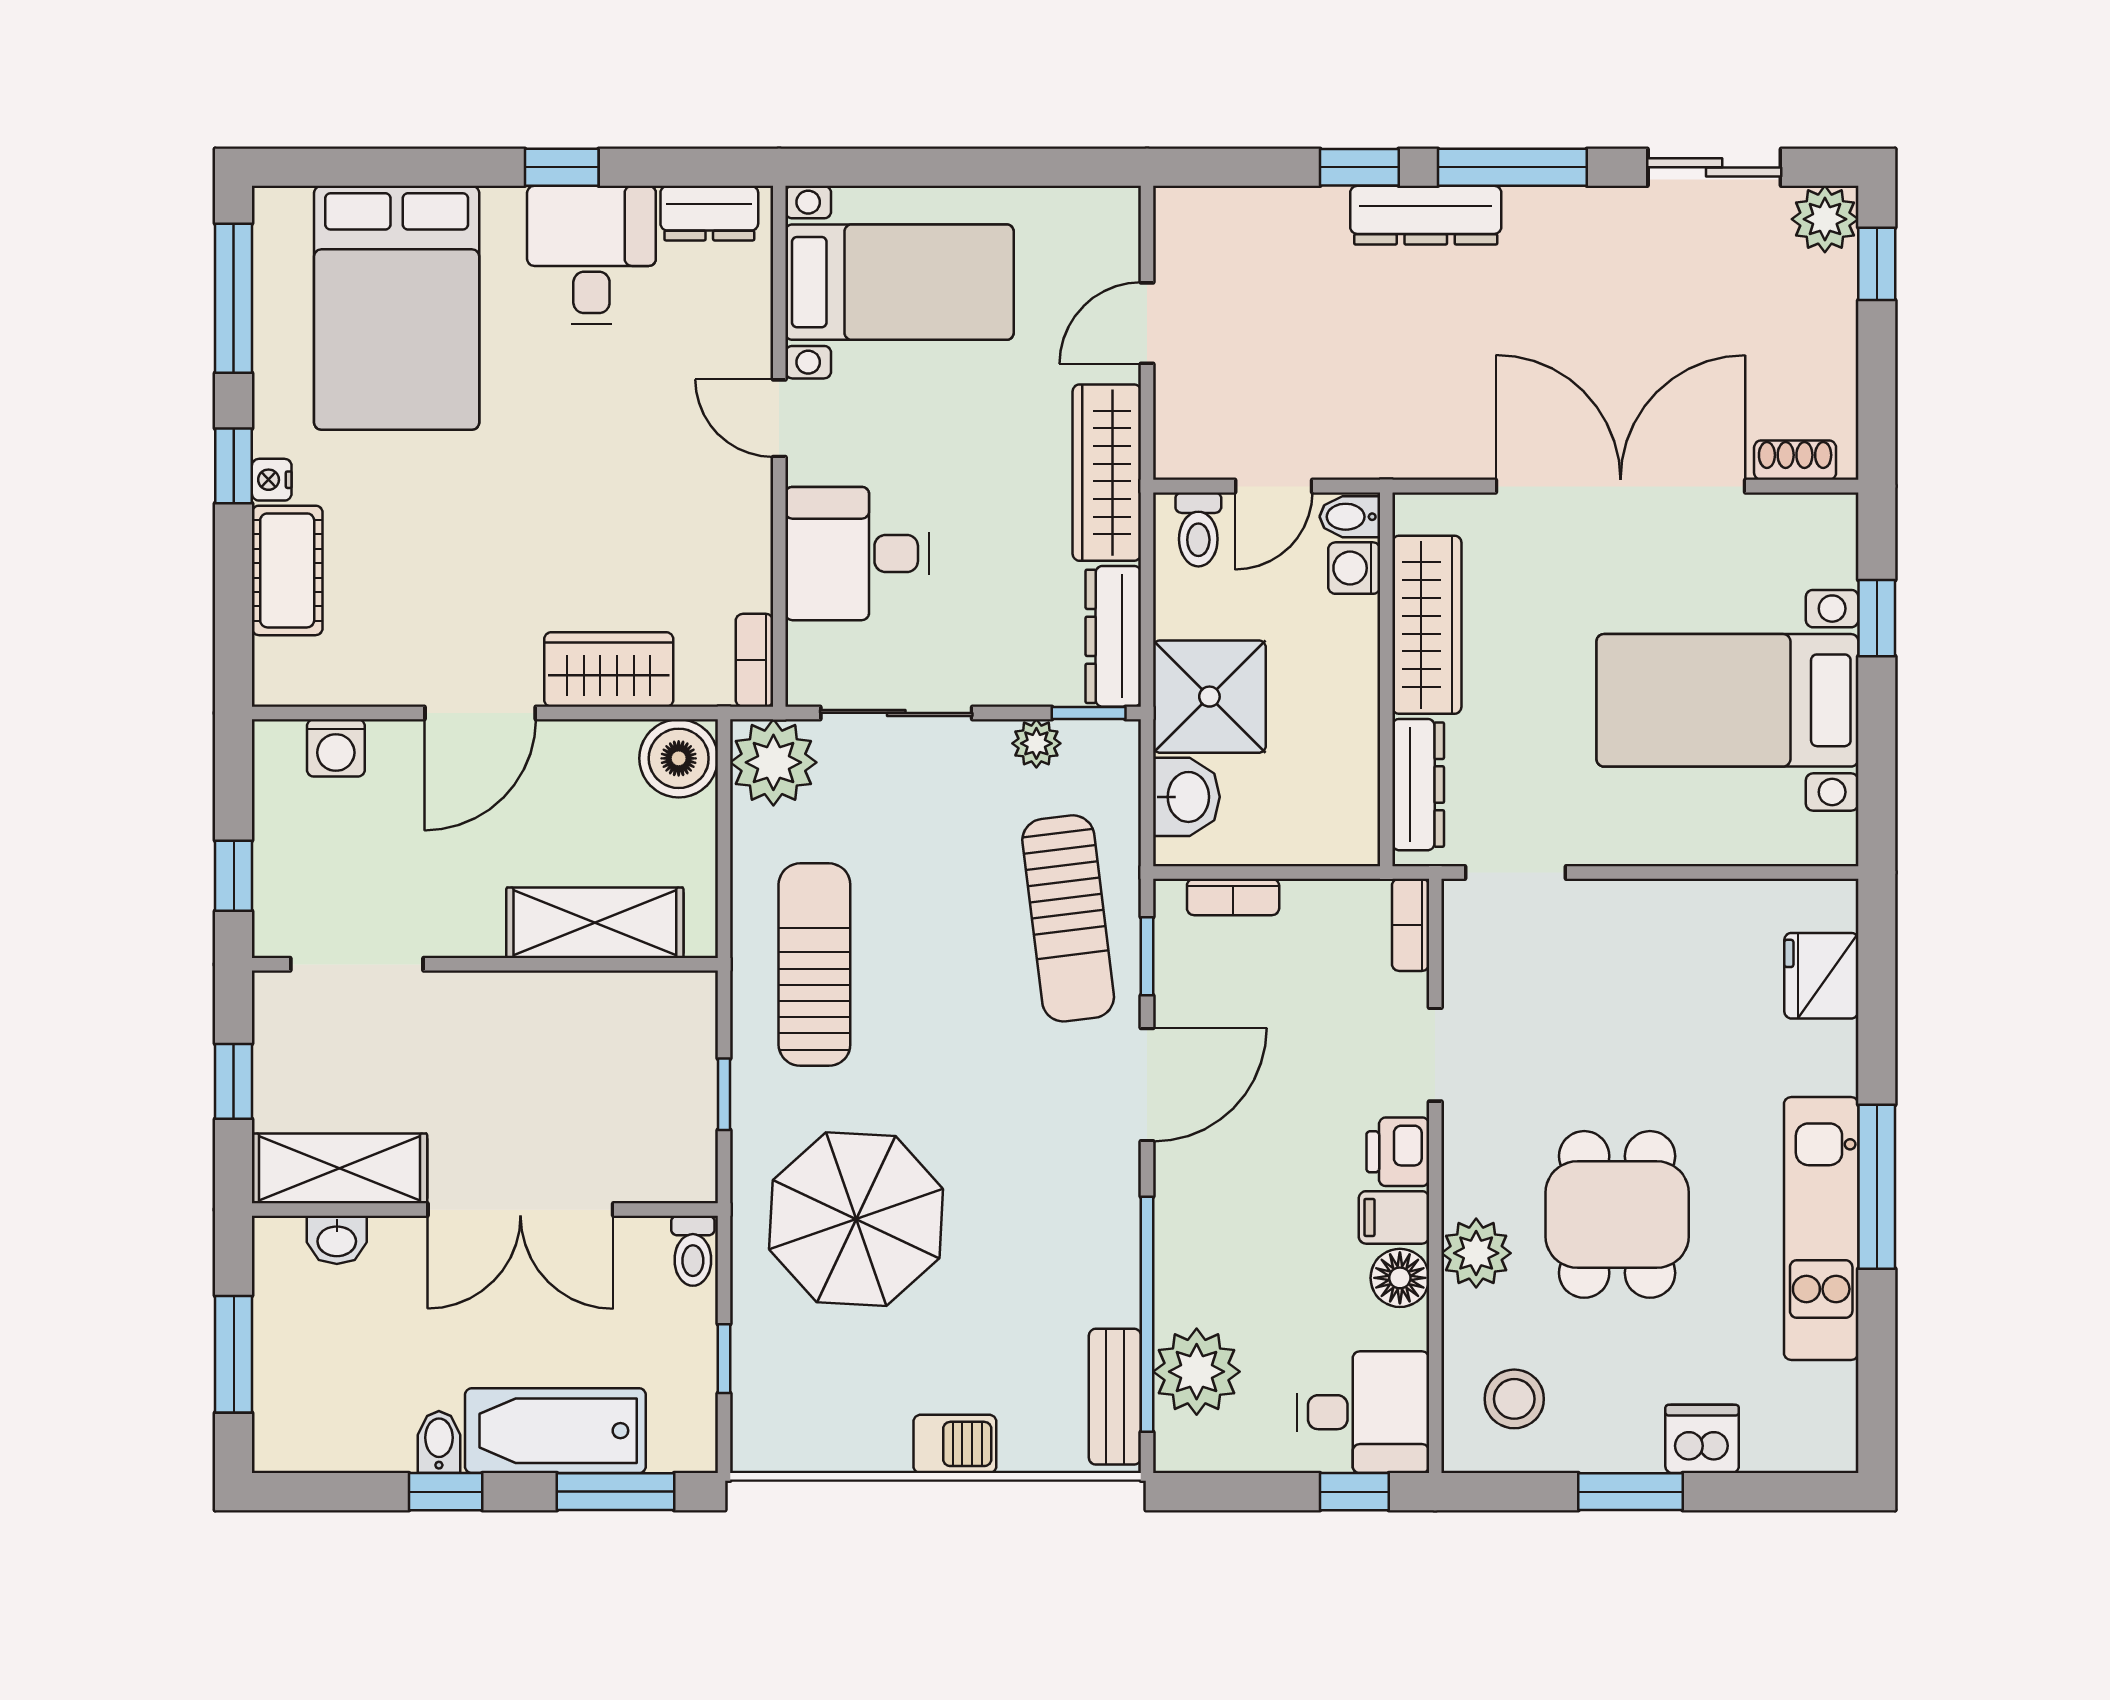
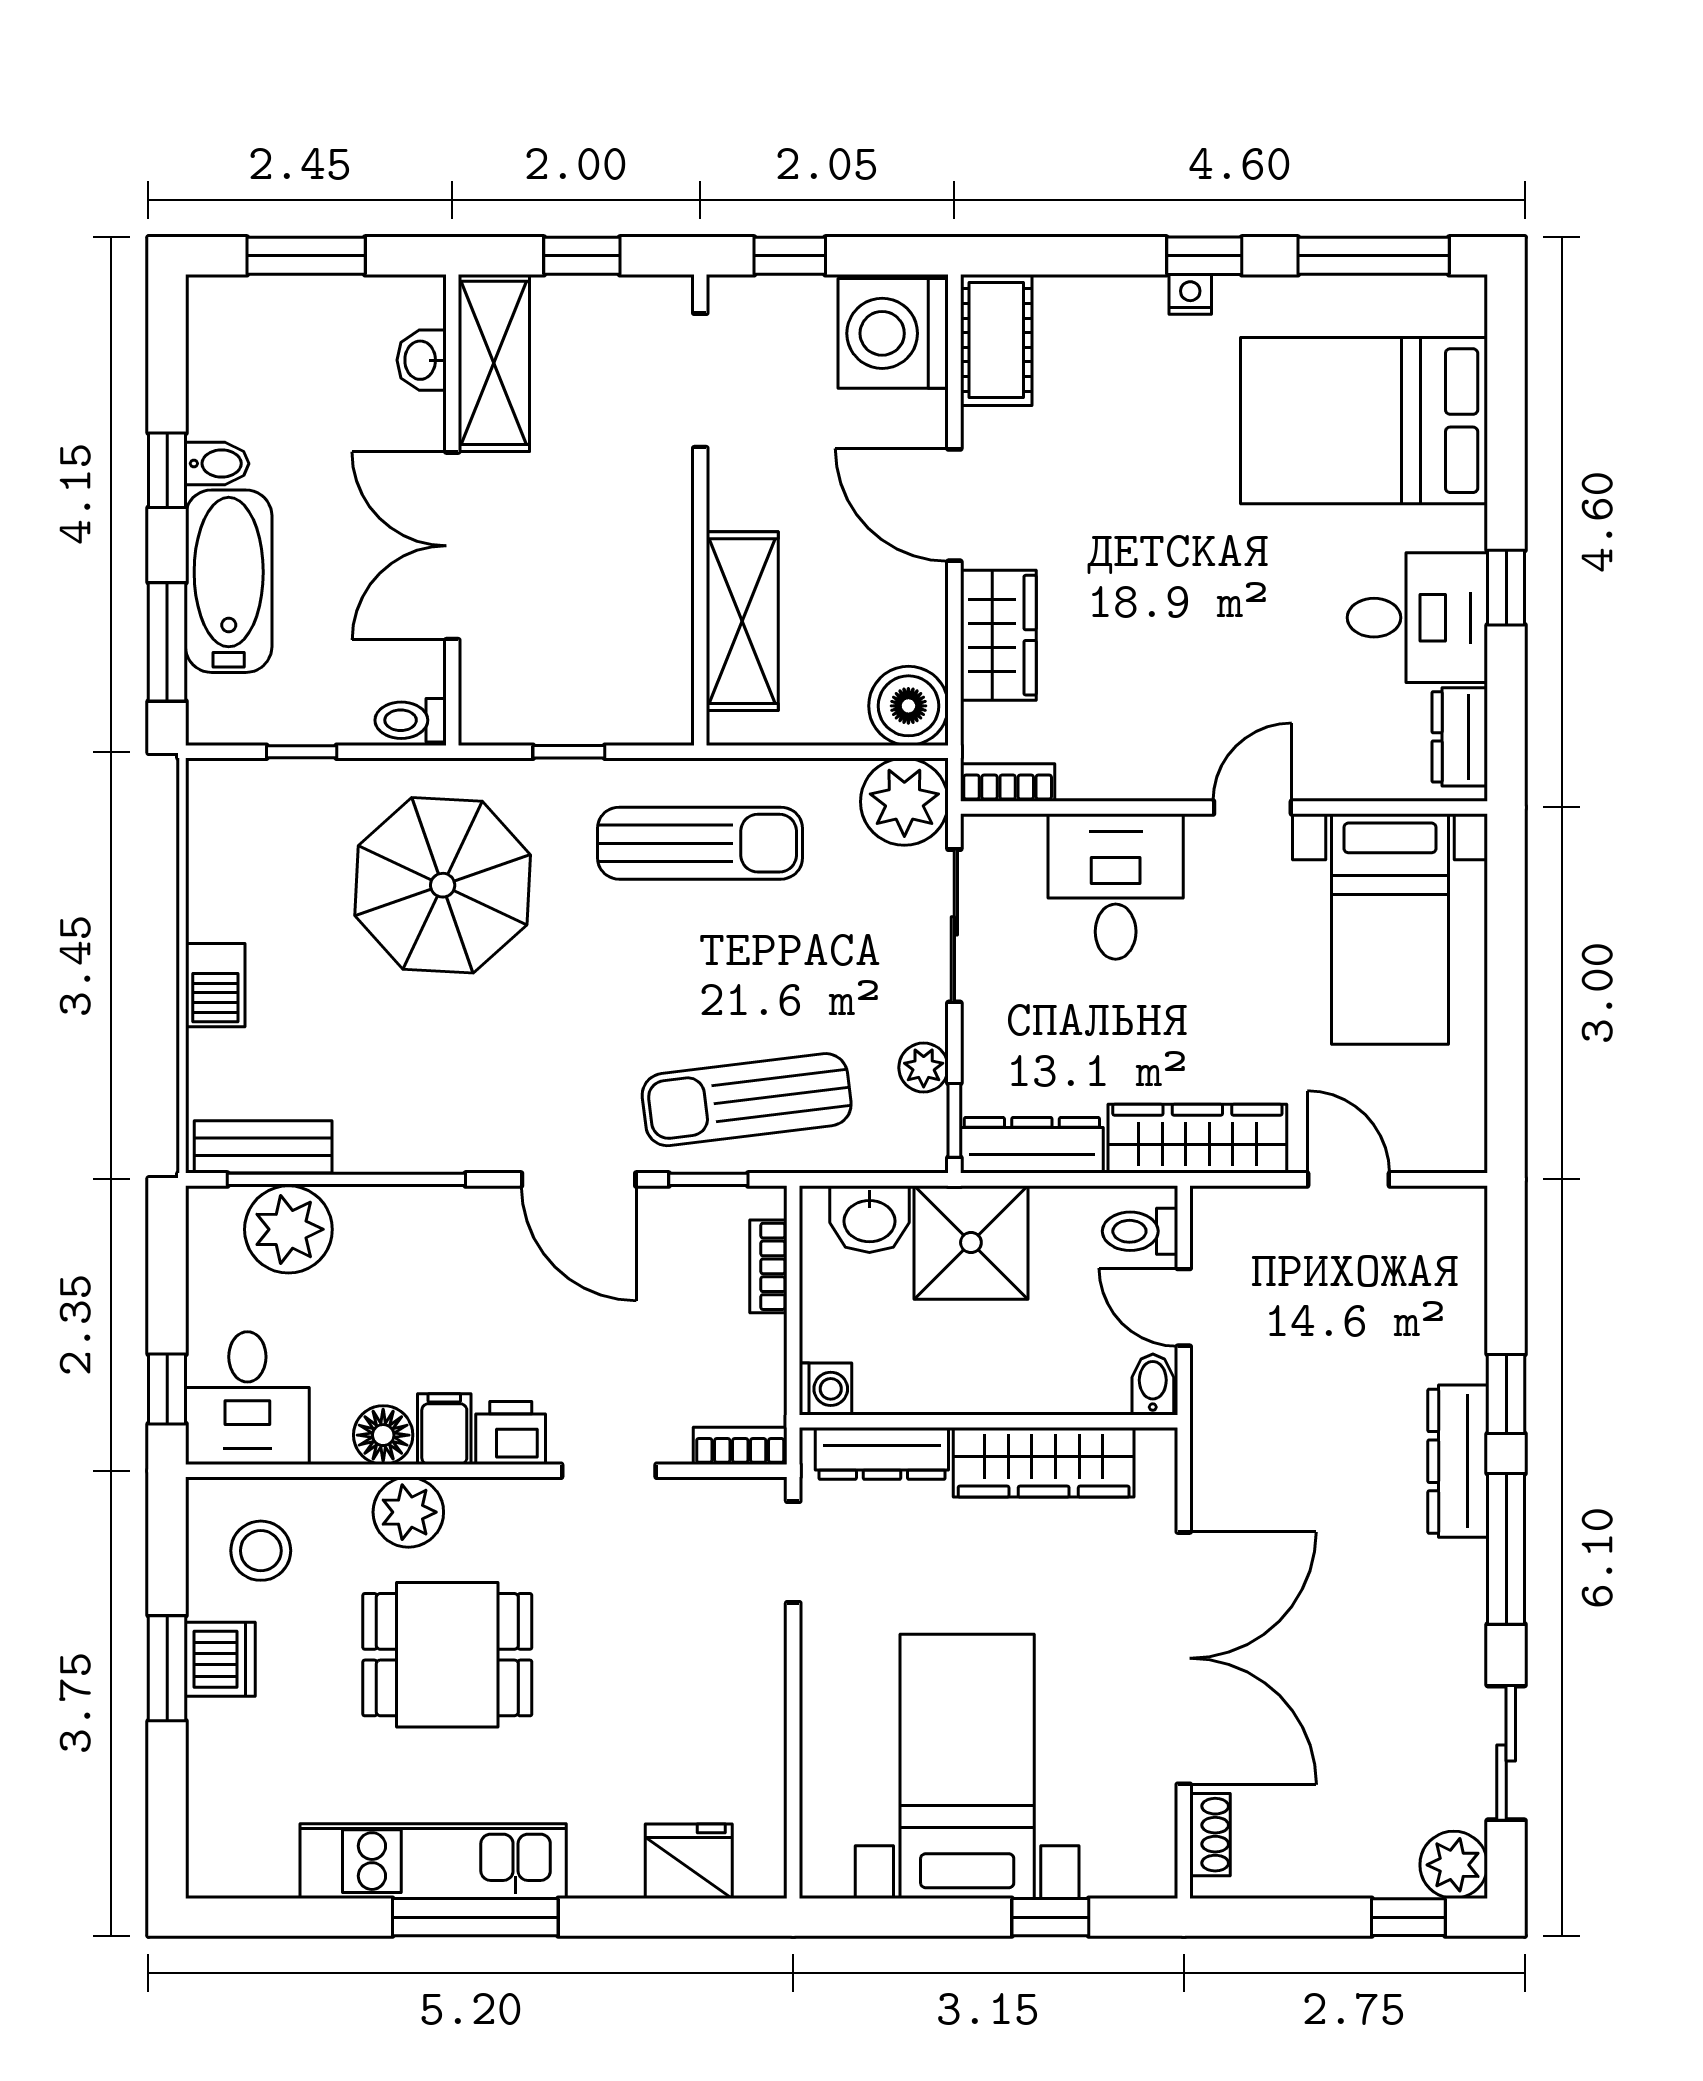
washing machine: (1354, 568) -> (826, 1389), moved, turned 90
cot: (287, 570) -> (996, 340), moved, turned 90
washing machine: (336, 748) -> (893, 333), width x1.89, depth x1.89
dishwasher: (1702, 1439) -> (220, 1659), moved

